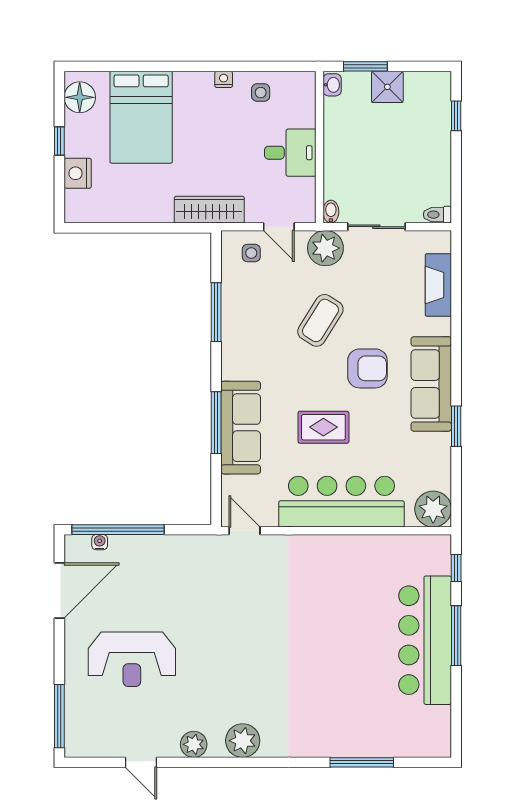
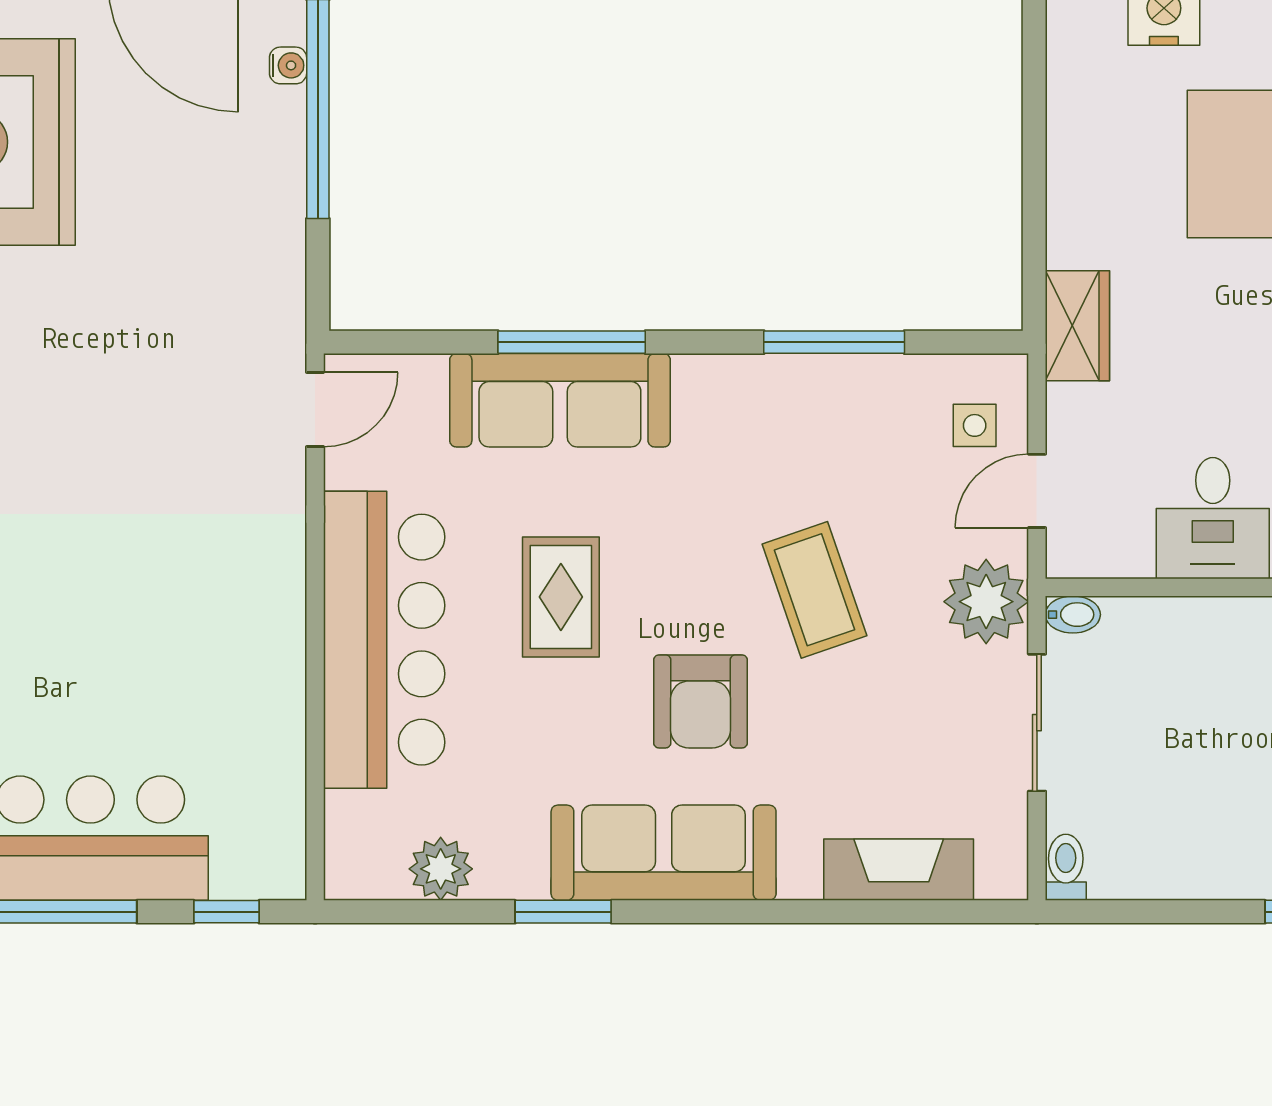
wardrobe: (209, 210) -> (1077, 326), width x0.67
coffee table: (320, 320) -> (814, 590), turned 39
plant: (433, 509) -> (441, 869), moved, width x0.73, depth x0.73

